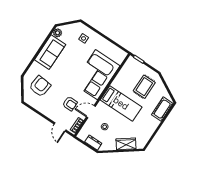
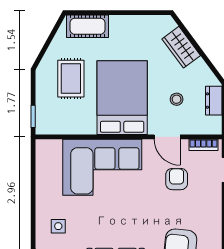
rug: (144, 87) -> (71, 79), turned 90
bed: (121, 103) -> (122, 98), width x1.50

